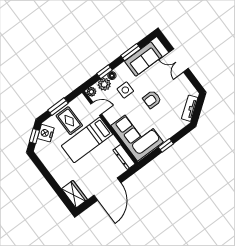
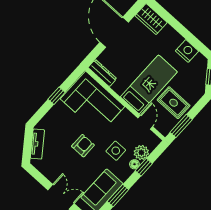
plant: (91, 92) -> (155, 141), removed
window: (58, 107) -> (181, 126), moved
door: (96, 109) -> (145, 122), swing flipped
nightstand: (46, 133) -> (187, 51), moved, turned -53

